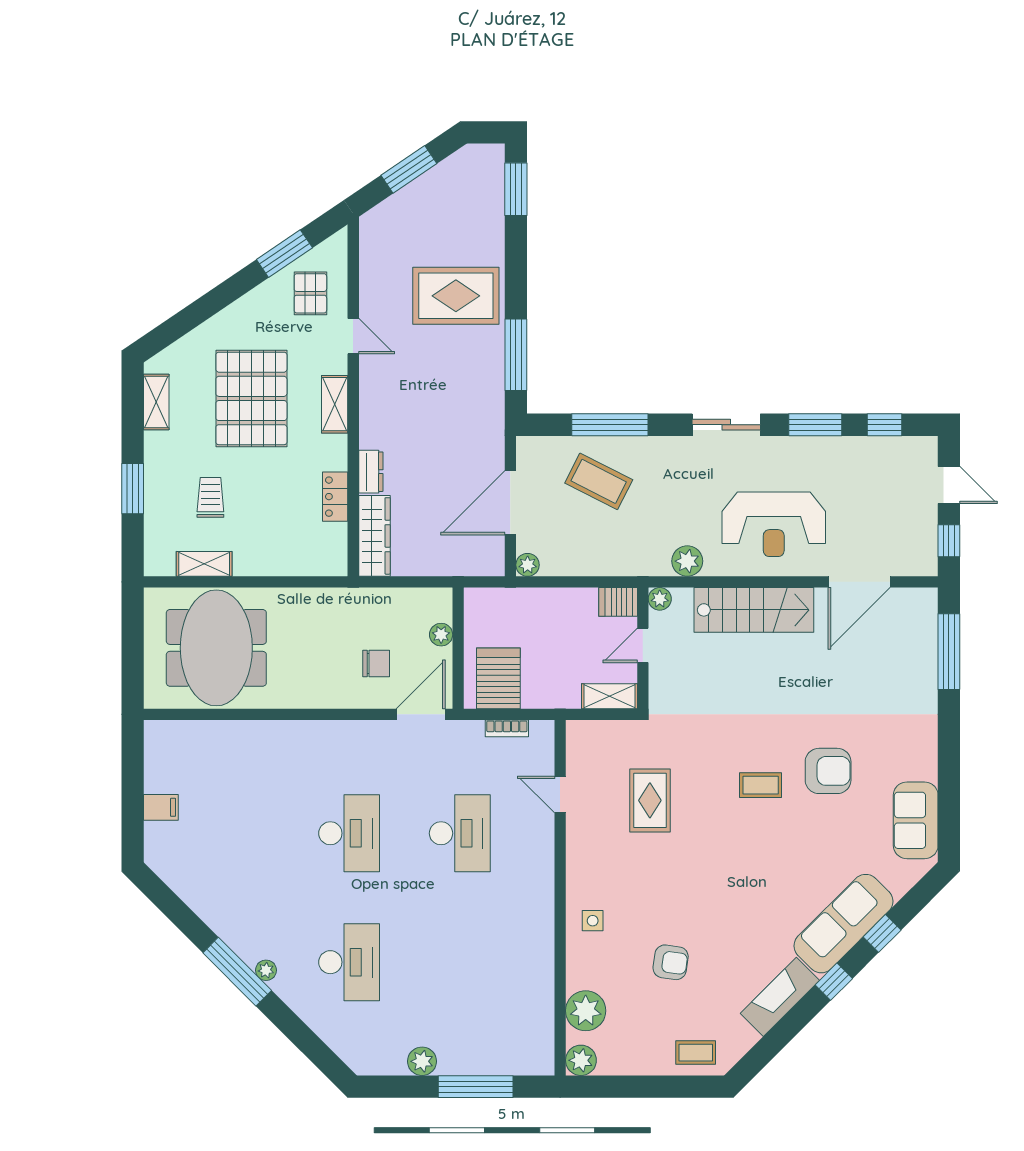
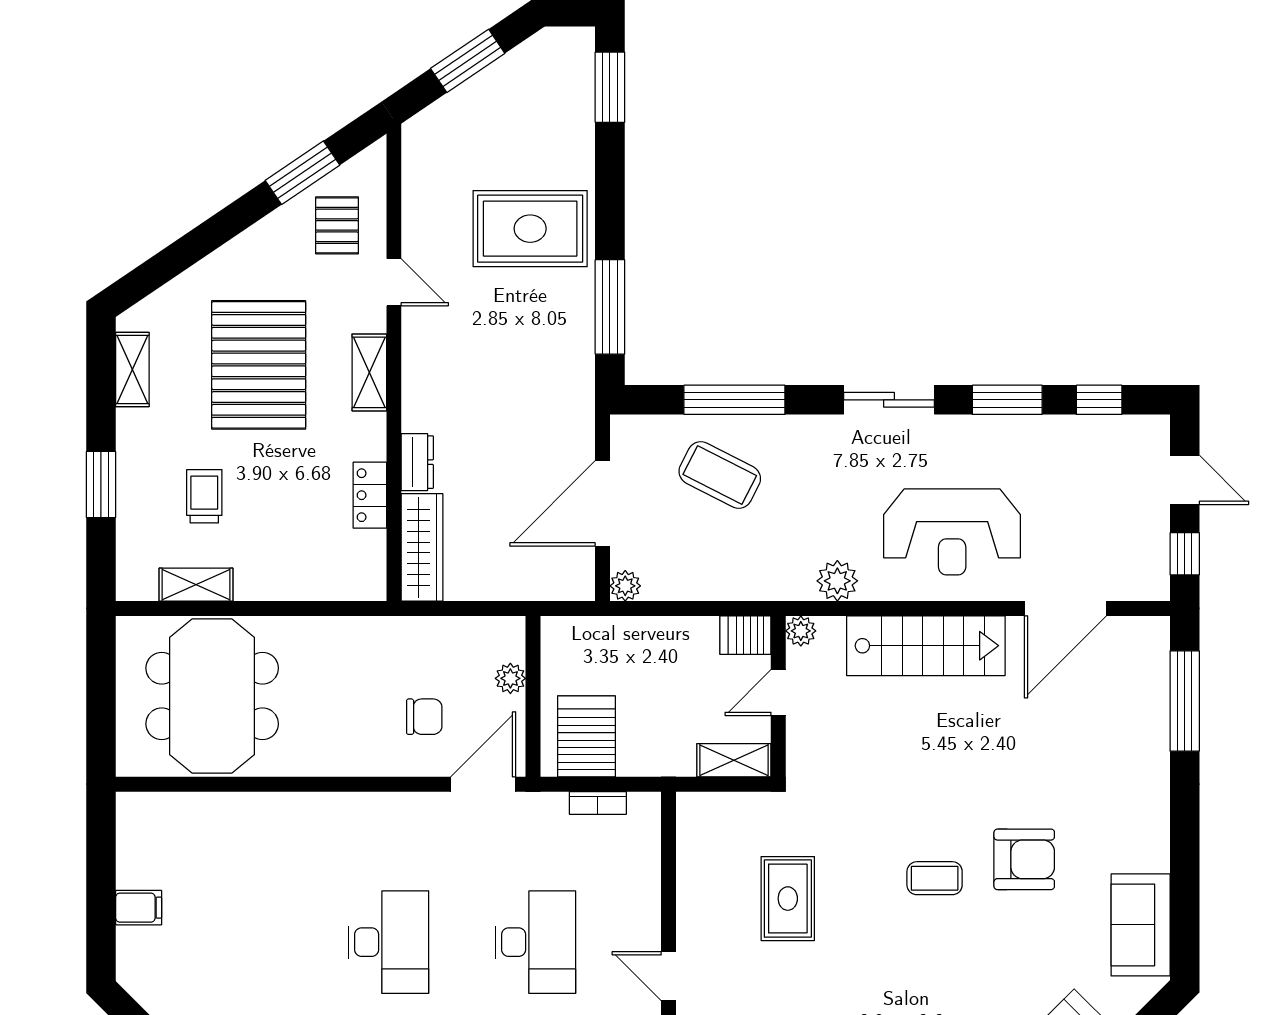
door: (560, 795) -> (668, 976), moved

